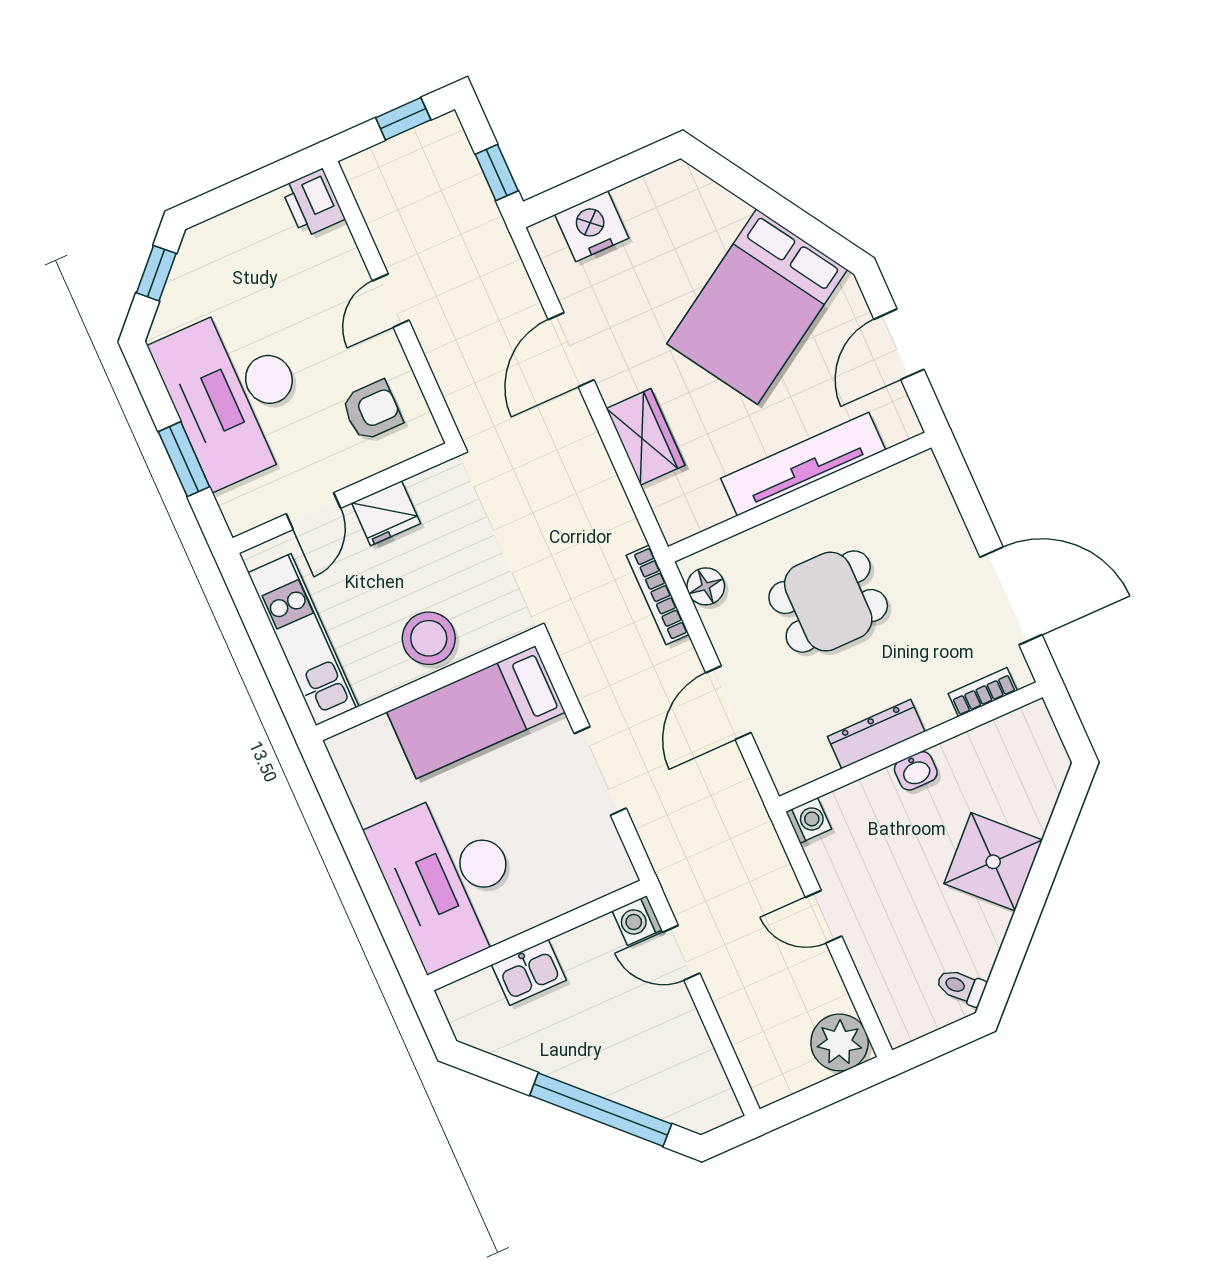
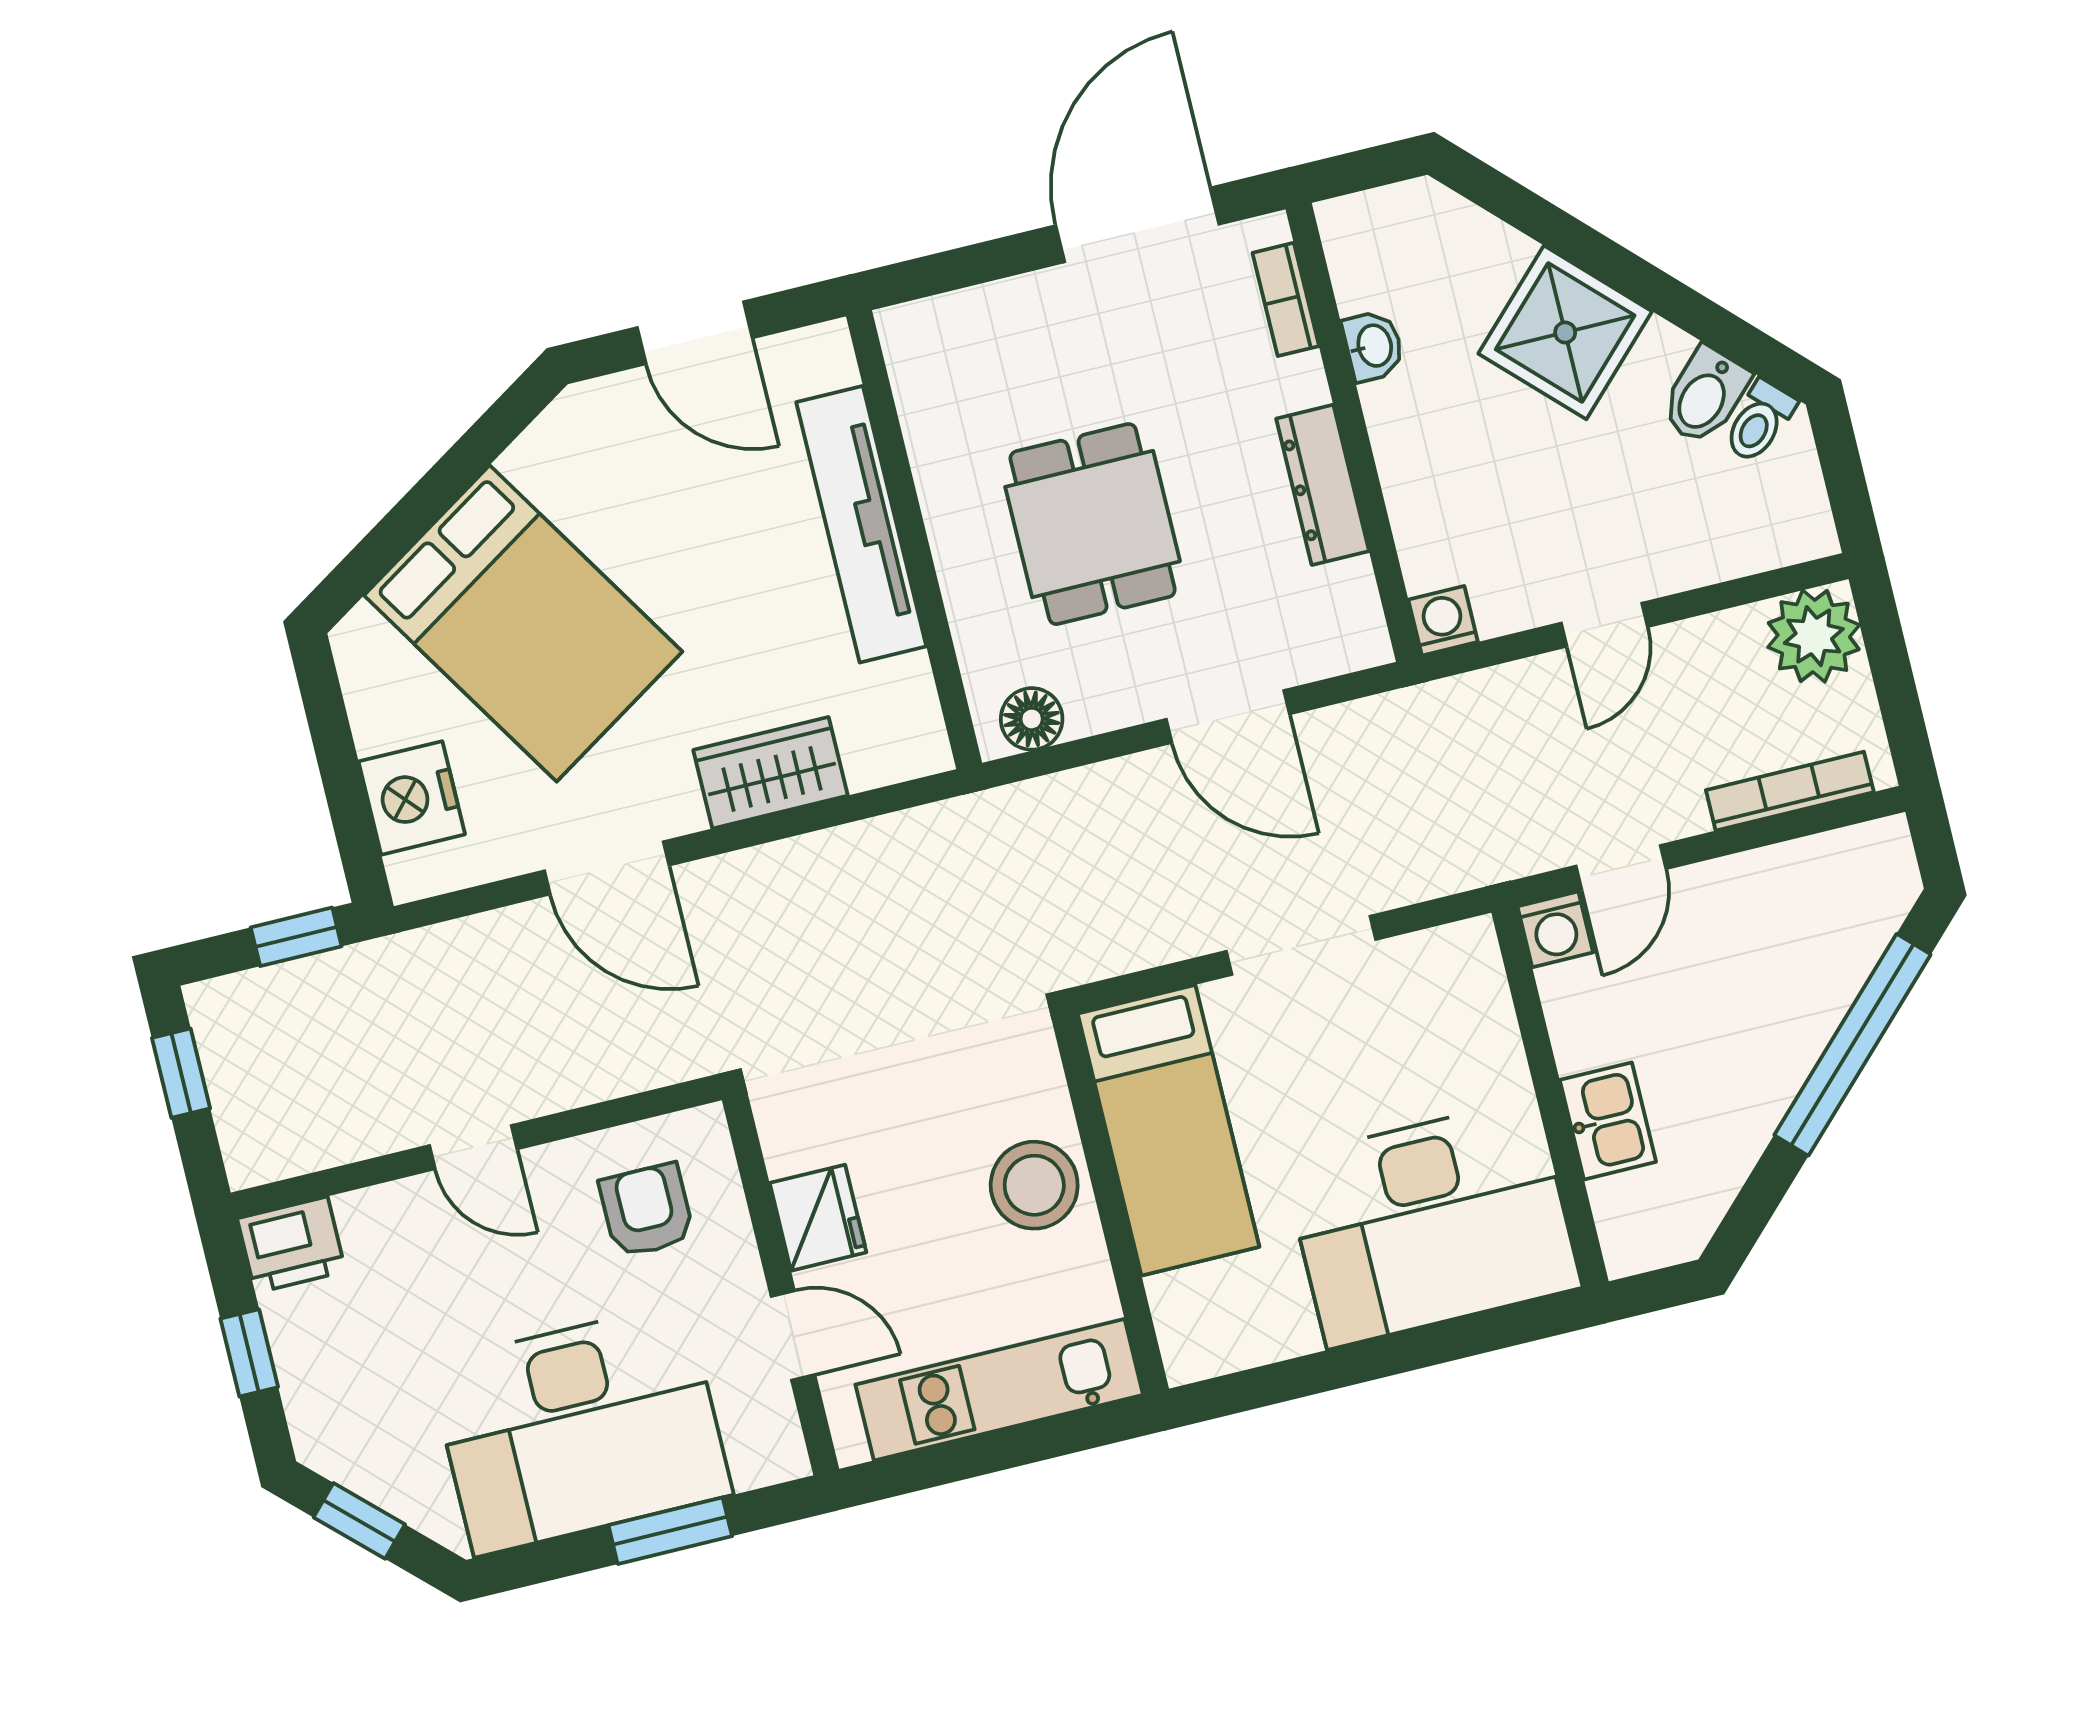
window: (244, 190) -> (249, 1353), added
bed: (757, 307) -> (523, 623), moved
bookcase: (658, 595) -> (1790, 791), moved, turned 180
washbasin: (916, 771) -> (1373, 346), moved
bidet: (971, 952) -> (1705, 396), added

